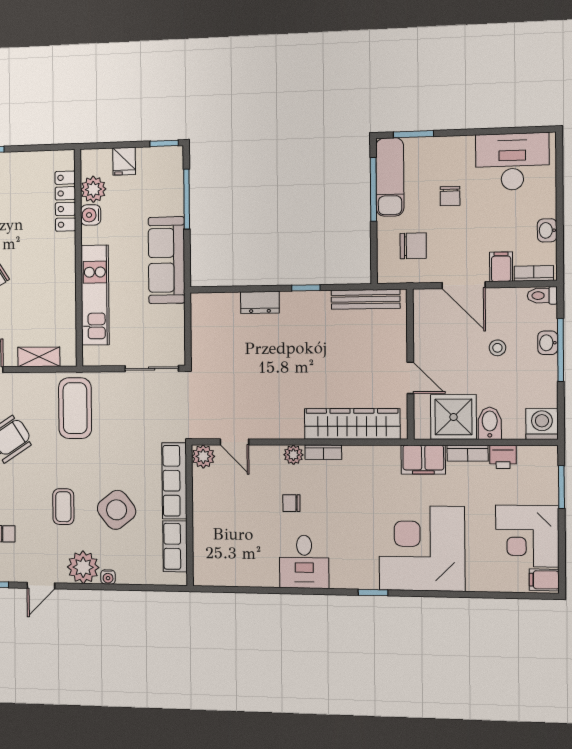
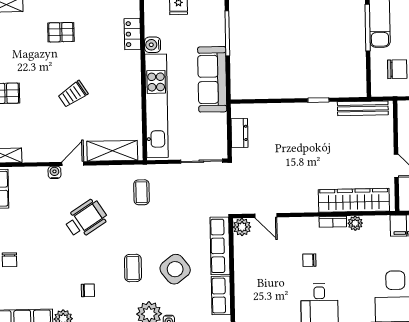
plant: (93, 189) -> (154, 25), removed
locker: (65, 201) -> (132, 34), width x0.66
kitchen unit: (95, 295) -> (157, 106), width x1.36
dresser: (260, 302) -> (239, 133), moved, turned -90
shelving: (39, 357) -> (112, 151), width x1.50, depth x1.33
coffee table: (75, 408) -> (142, 192), width x0.54, depth x0.58
plant: (293, 455) -> (355, 223), moved

